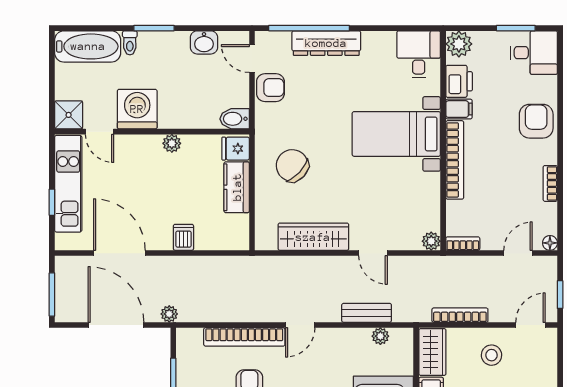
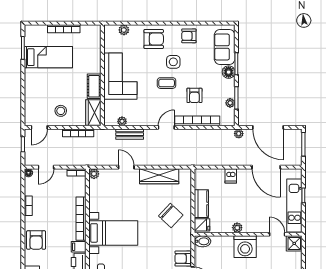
washing machine: (137, 109) -> (245, 247), moved
plant: (185, 370) -> (230, 103), added

